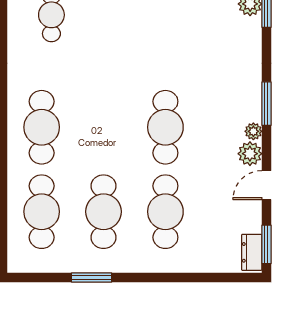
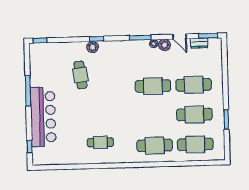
dresser: (252, 252) -> (199, 43), moved

